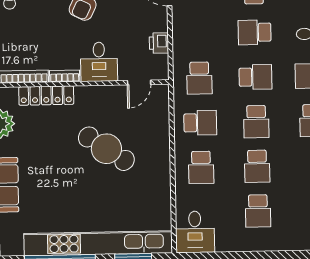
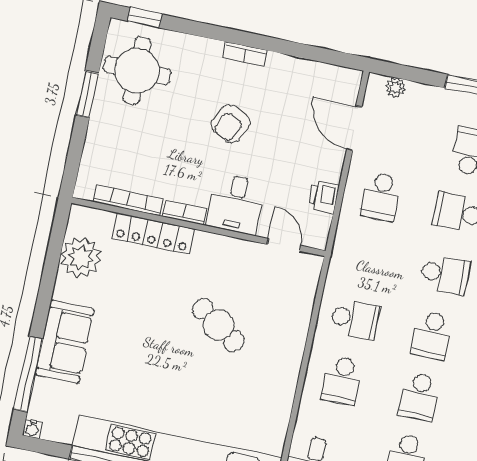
school desk: (199, 78) -> (381, 196), moved
door: (139, 83) -> (284, 245), swing flipped
cafe table: (106, 149) -> (218, 325), width x0.73, depth x0.74

